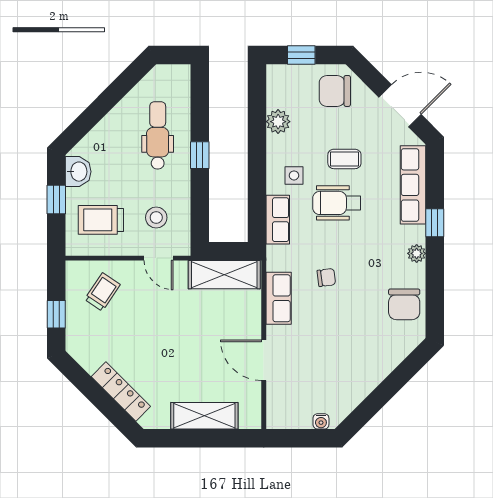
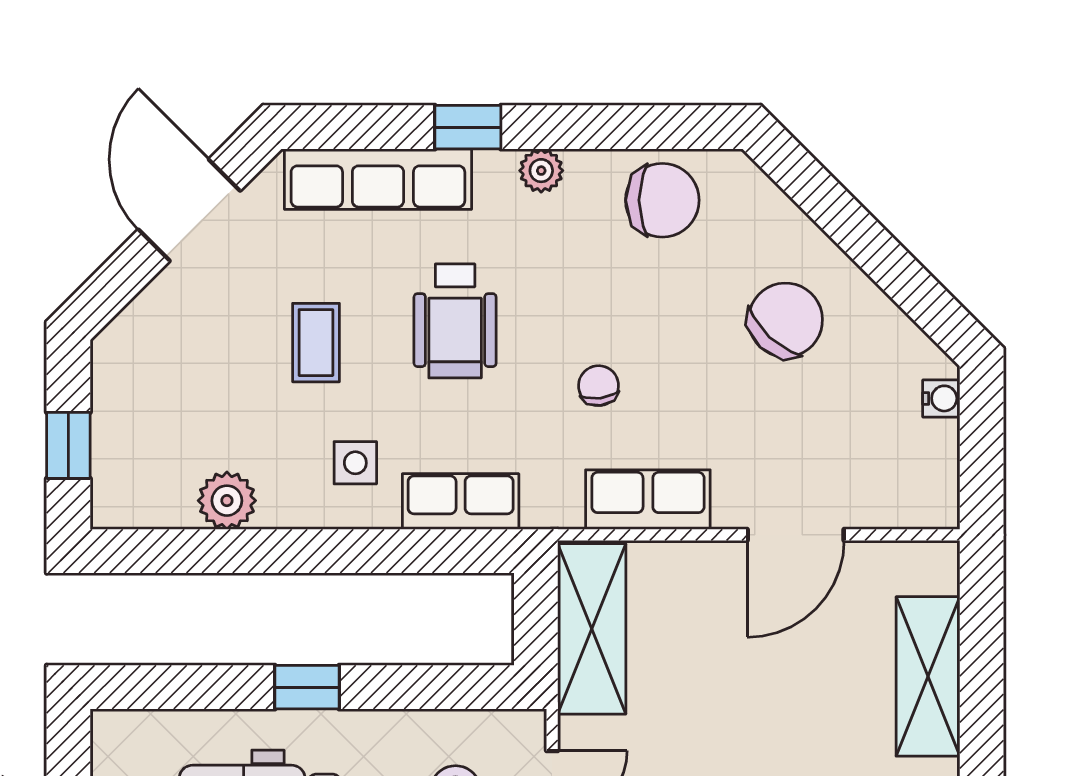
chair: (335, 91) -> (785, 320), moved, turned -137
wheelchair: (337, 203) -> (455, 321), moved

